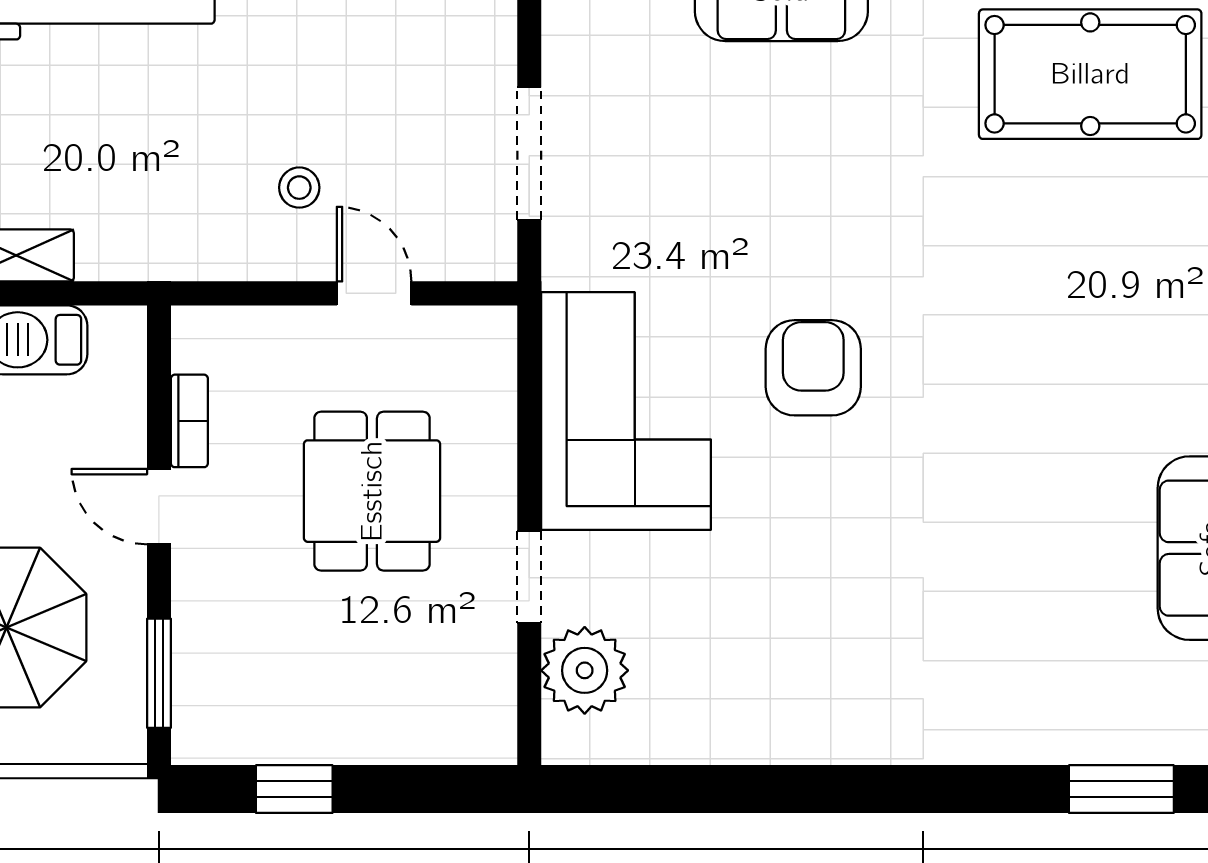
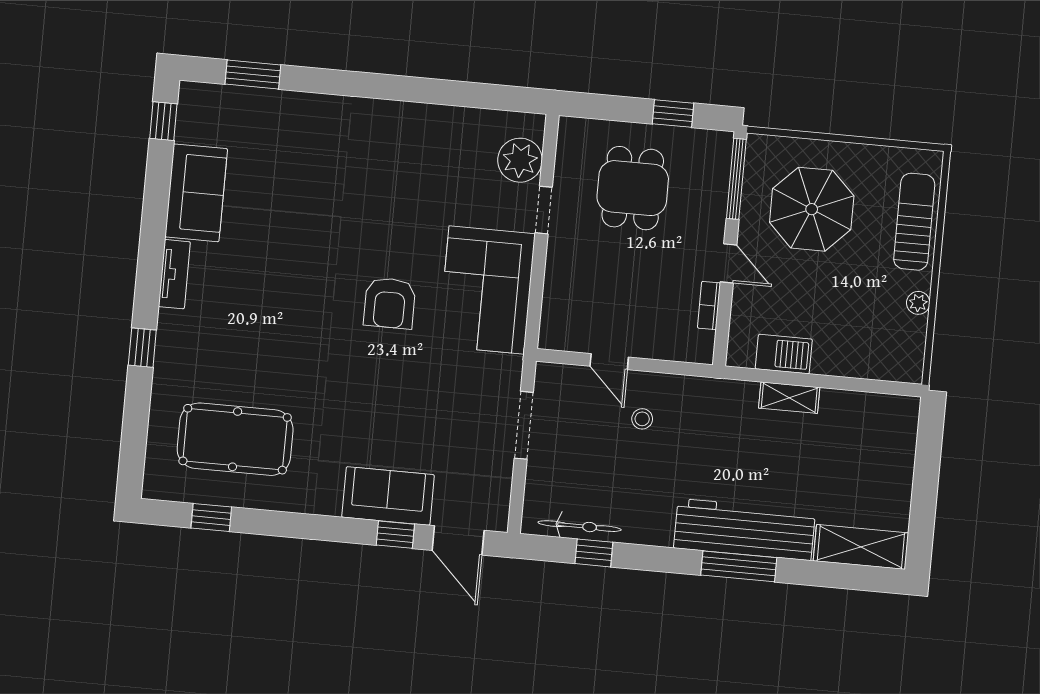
dining table: (372, 491) -> (633, 188), moved
window: (159, 673) -> (736, 179), width x1.44

